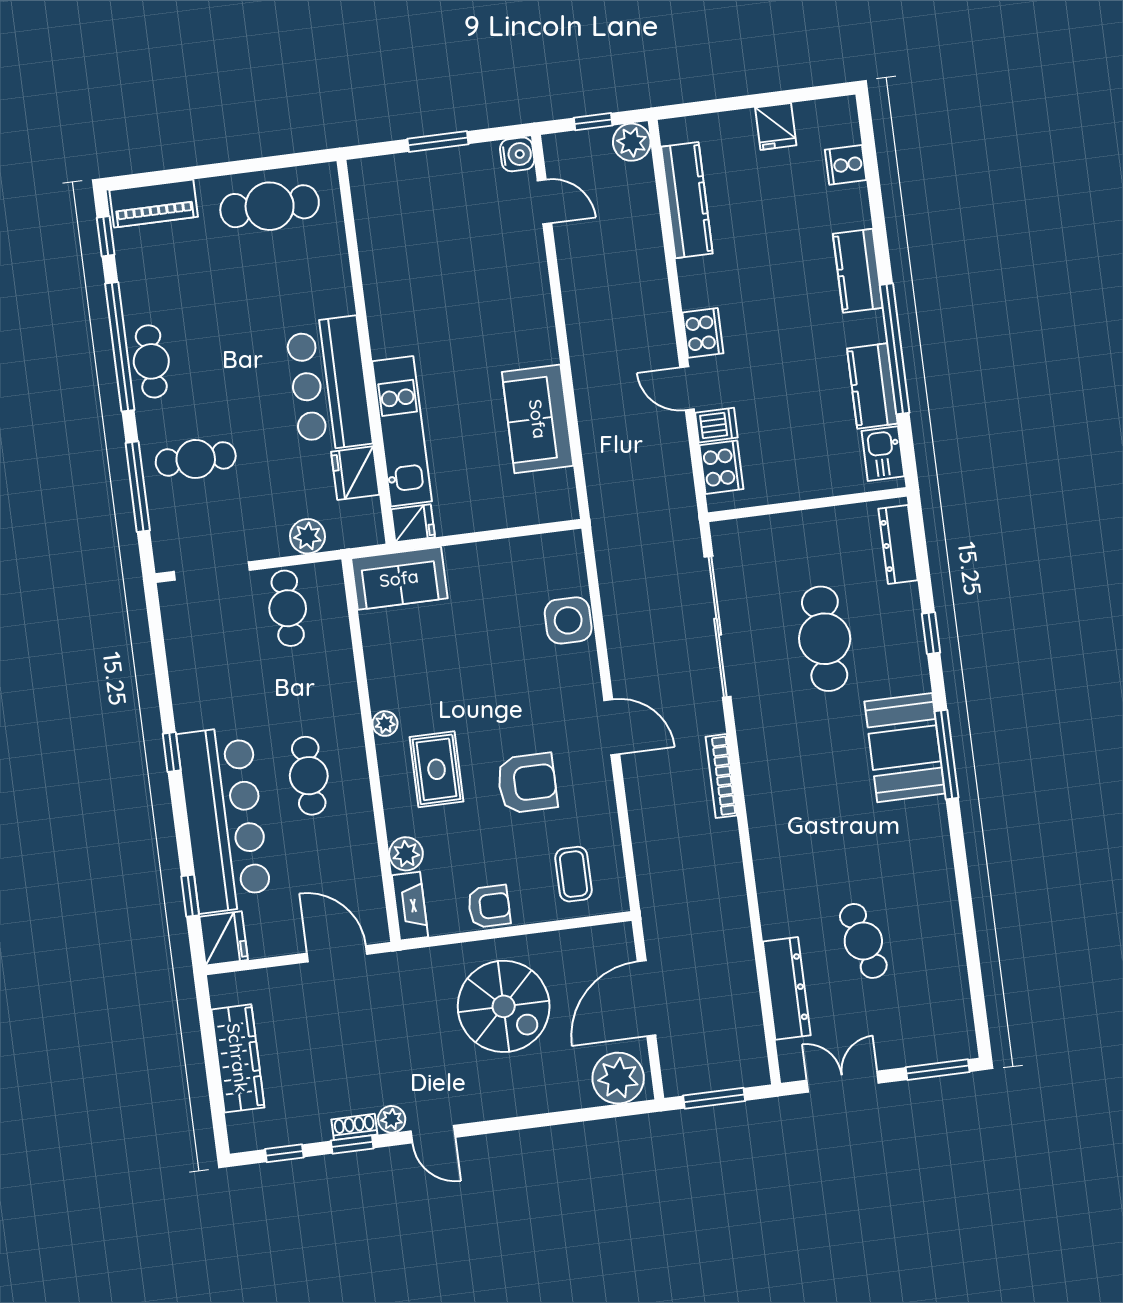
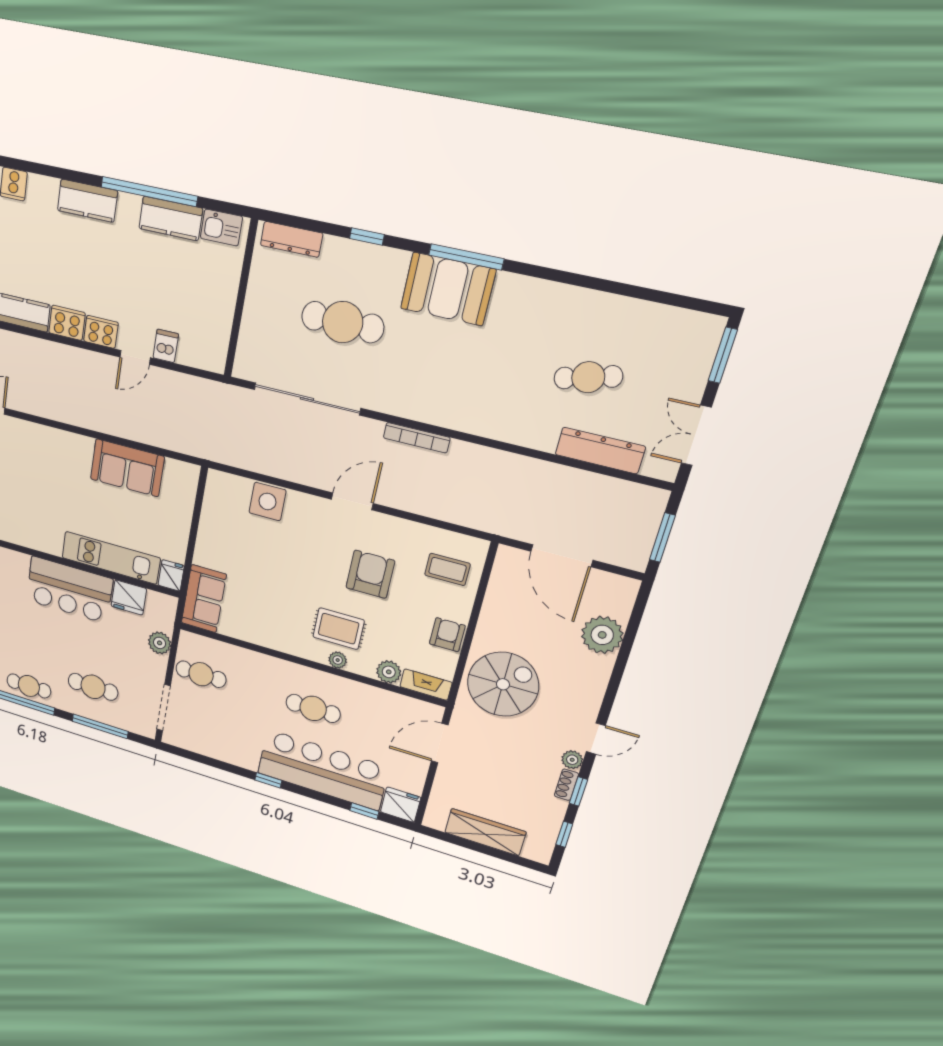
cafe table: (196, 459) -> (93, 687), turned 90
cooker: (721, 467) -> (67, 323), moved
plant: (385, 724) -> (338, 660), moved
spiral stairs: (504, 1006) -> (503, 684), moved
plant: (618, 1078) -> (602, 635), moved

